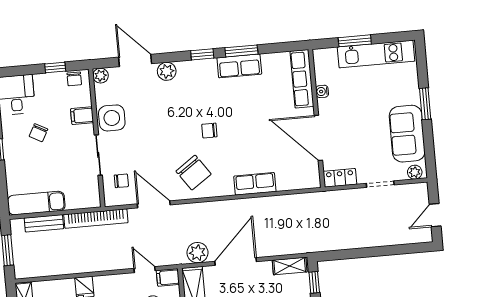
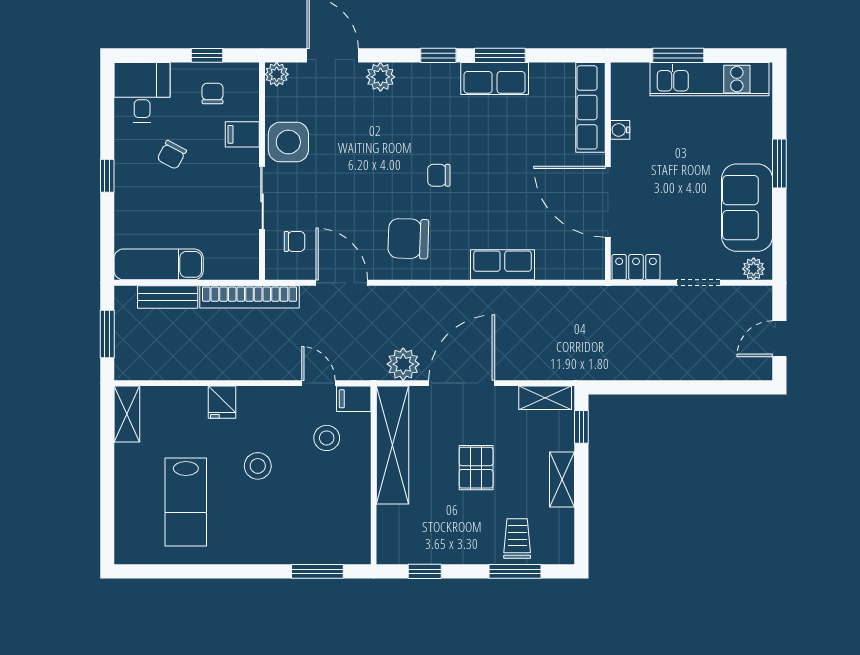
chair: (74, 79) -> (213, 94), moved, turned 180
chair: (194, 173) -> (408, 239), turned 127

